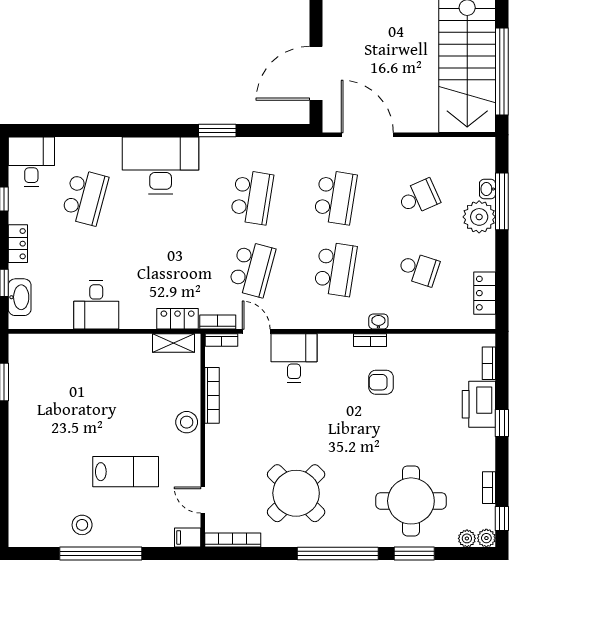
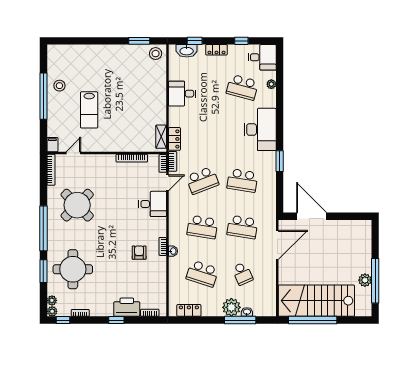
plant: (79, 145) -> (271, 84), added
school desk: (252, 269) -> (202, 180), turned -36
school desk: (419, 269) -> (202, 274), width x1.85
stool: (187, 422) -> (156, 54), moved

